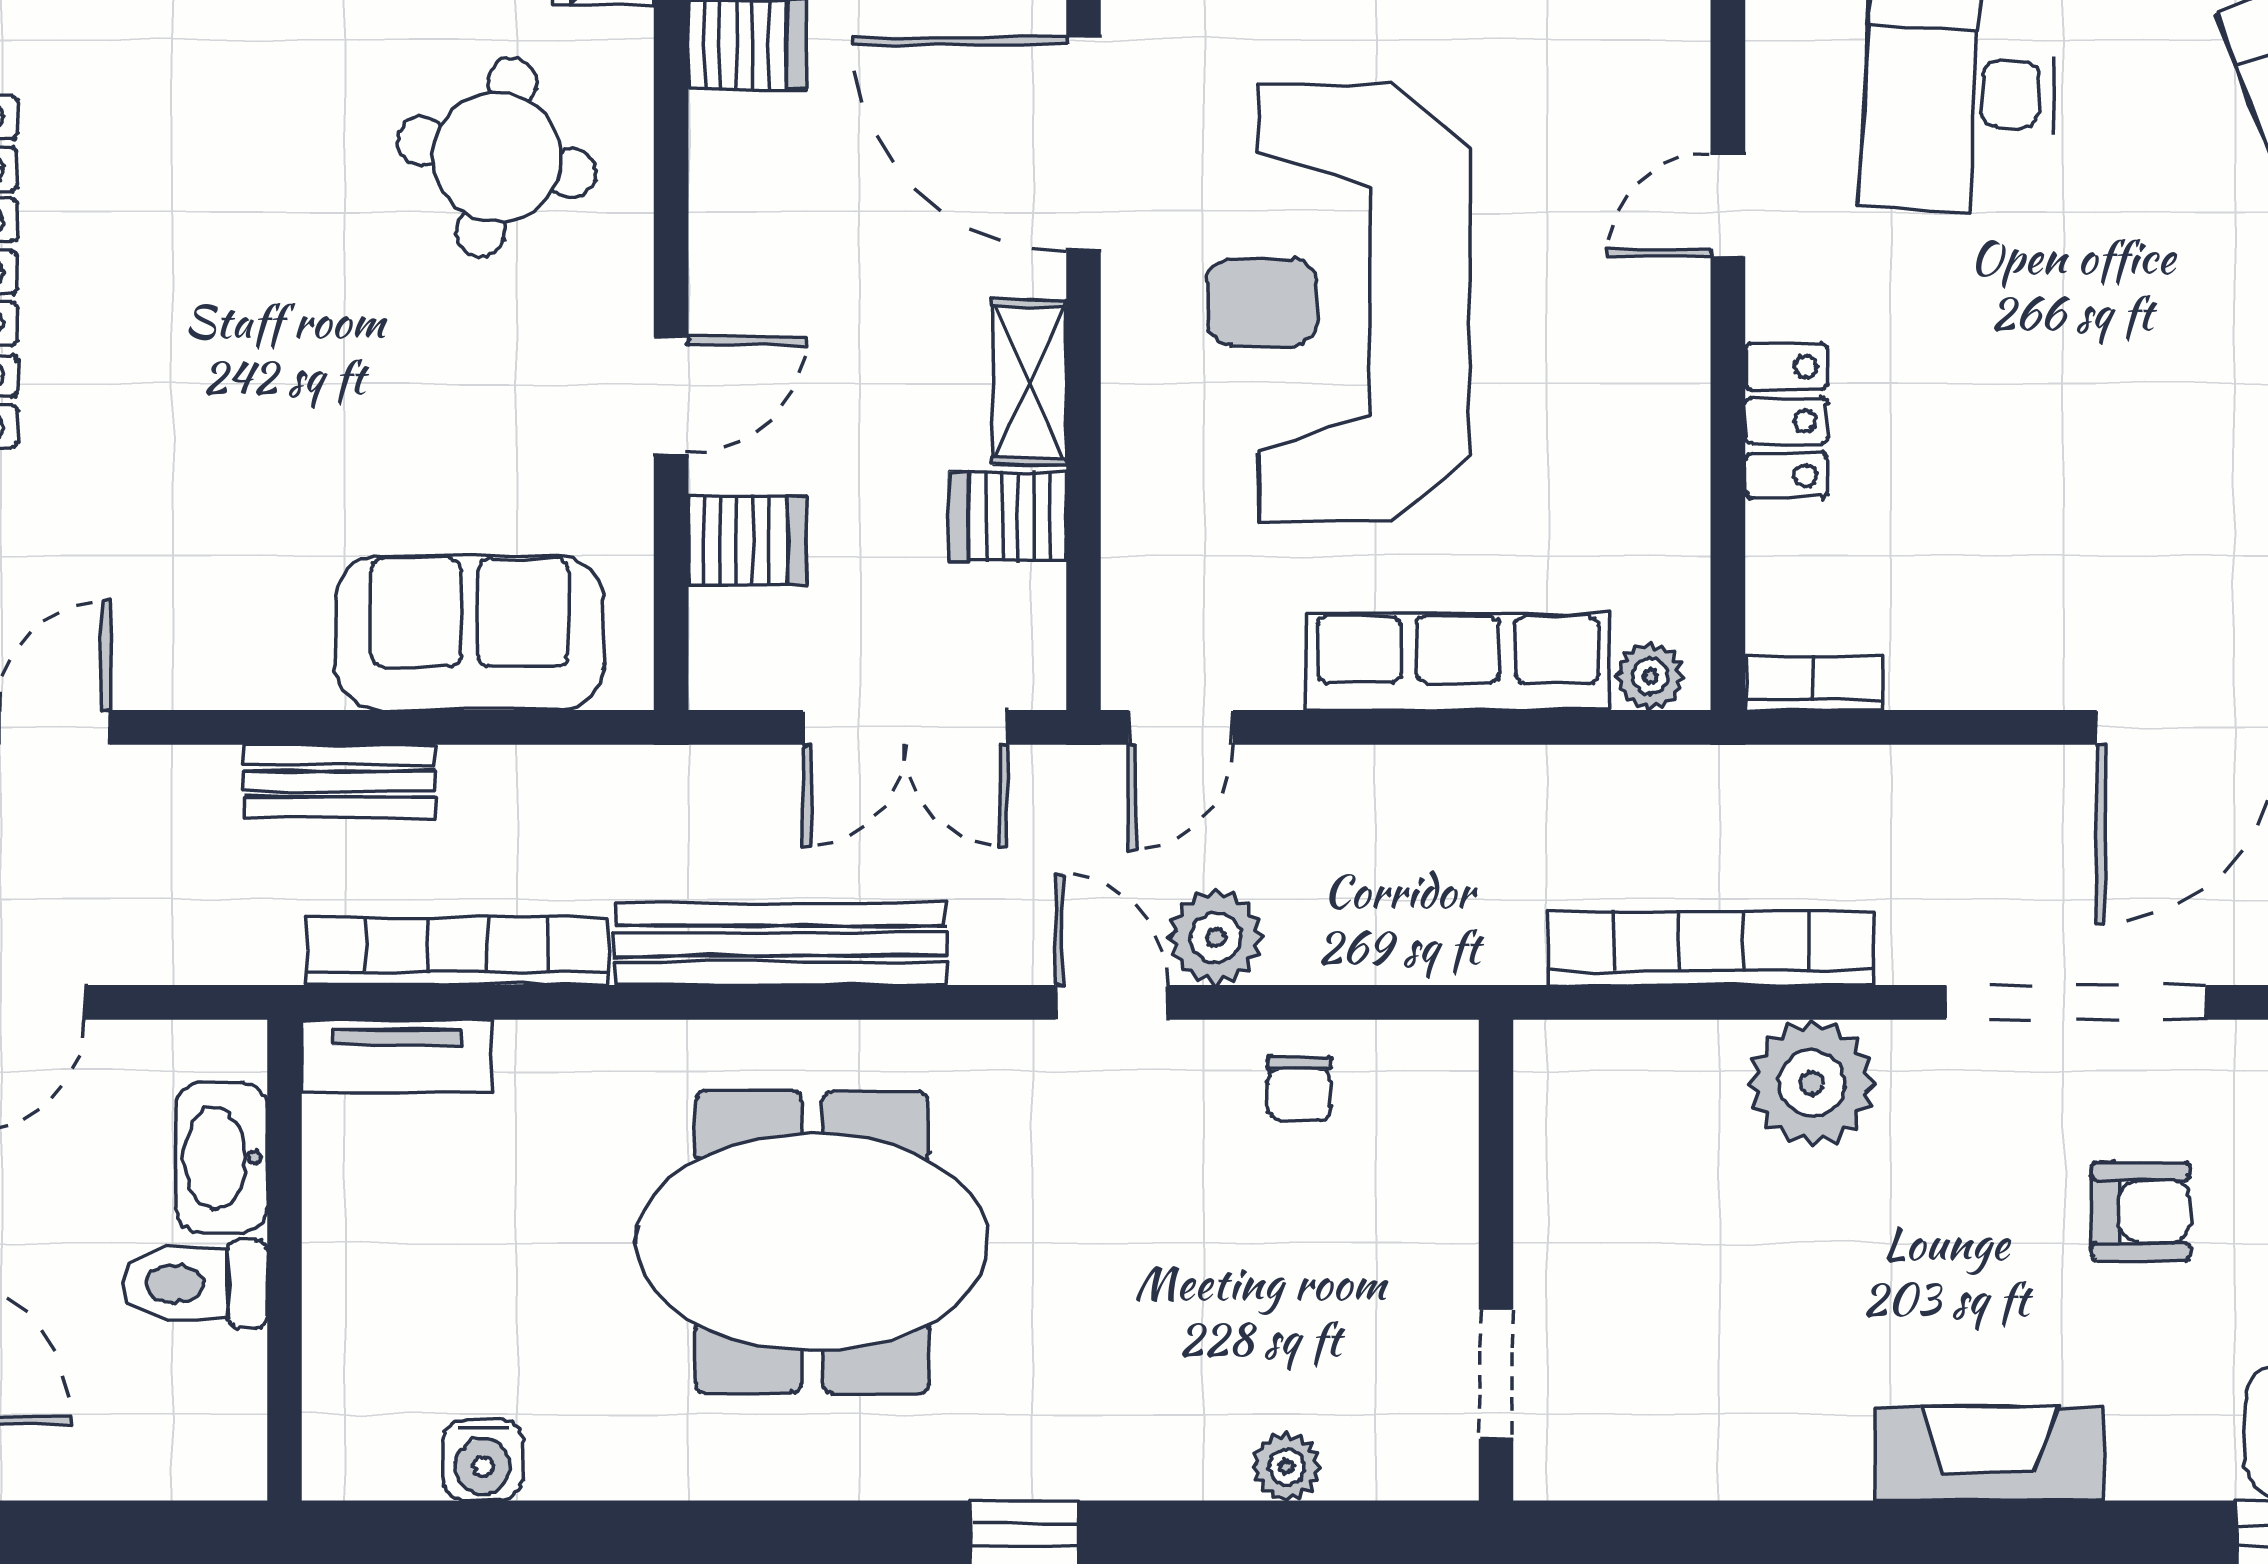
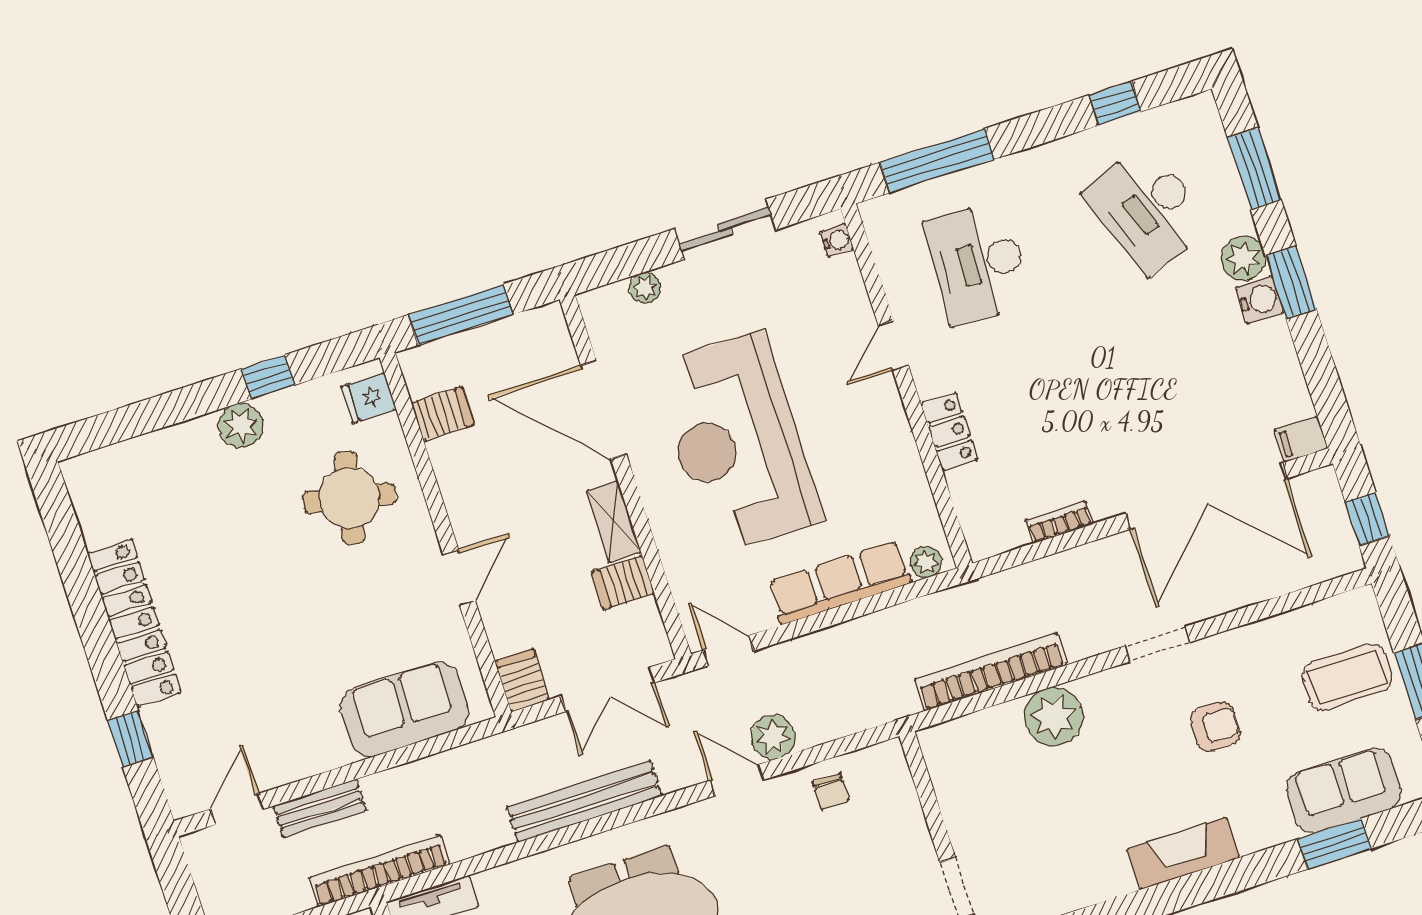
server rack: (747, 541) -> (522, 680), moved, turned -90
bookcase: (1814, 683) -> (1059, 522), moved
door: (1181, 727) -> (728, 650), swing flipped
bench: (339, 781) -> (320, 808), moved
bookcase: (457, 951) -> (379, 871), moved
doorway: (2076, 1002) -> (1158, 644), width x0.53

